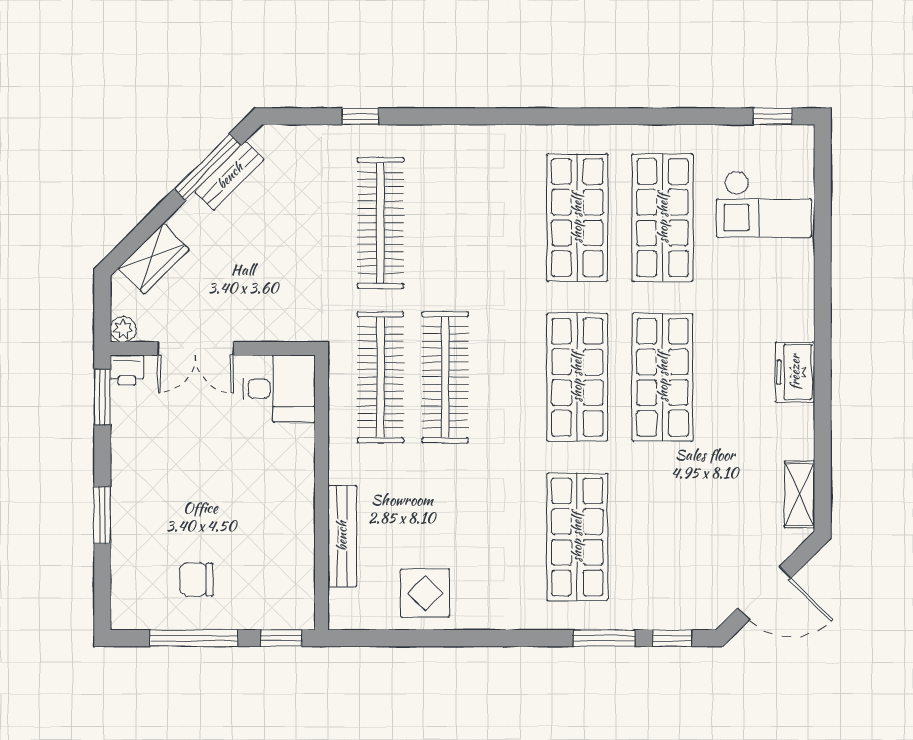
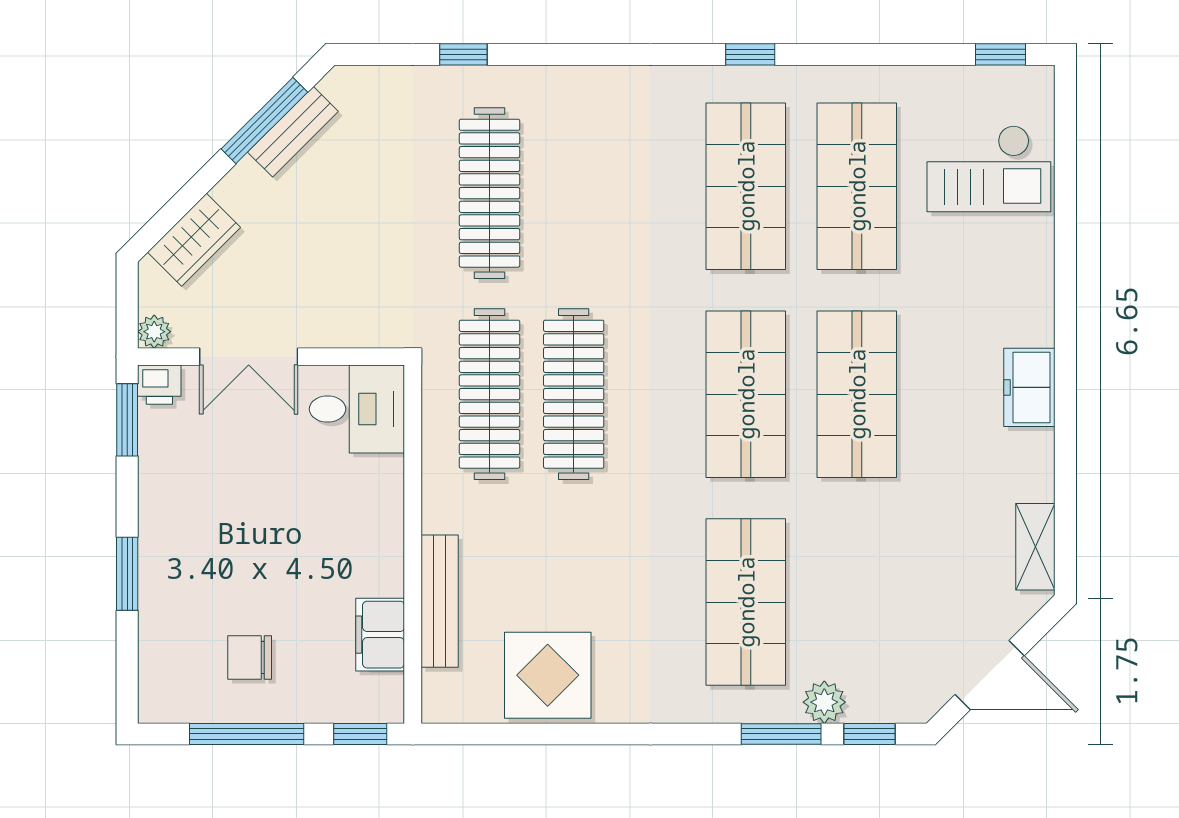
window: (581, 116) -> (750, 54), added
filing cabinet: (296, 562) -> (380, 635), added
display table: (425, 593) -> (548, 675), width x1.36, depth x1.36
plant: (637, 614) -> (824, 702), added

